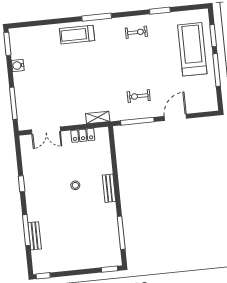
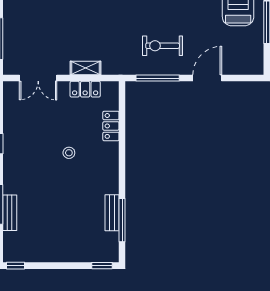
exercise bike: (139, 96) -> (163, 46), width x1.38, depth x1.39
shelving: (98, 117) -> (85, 68), moved
locker: (105, 162) -> (111, 126), added
bench: (109, 188) -> (112, 213), moved

